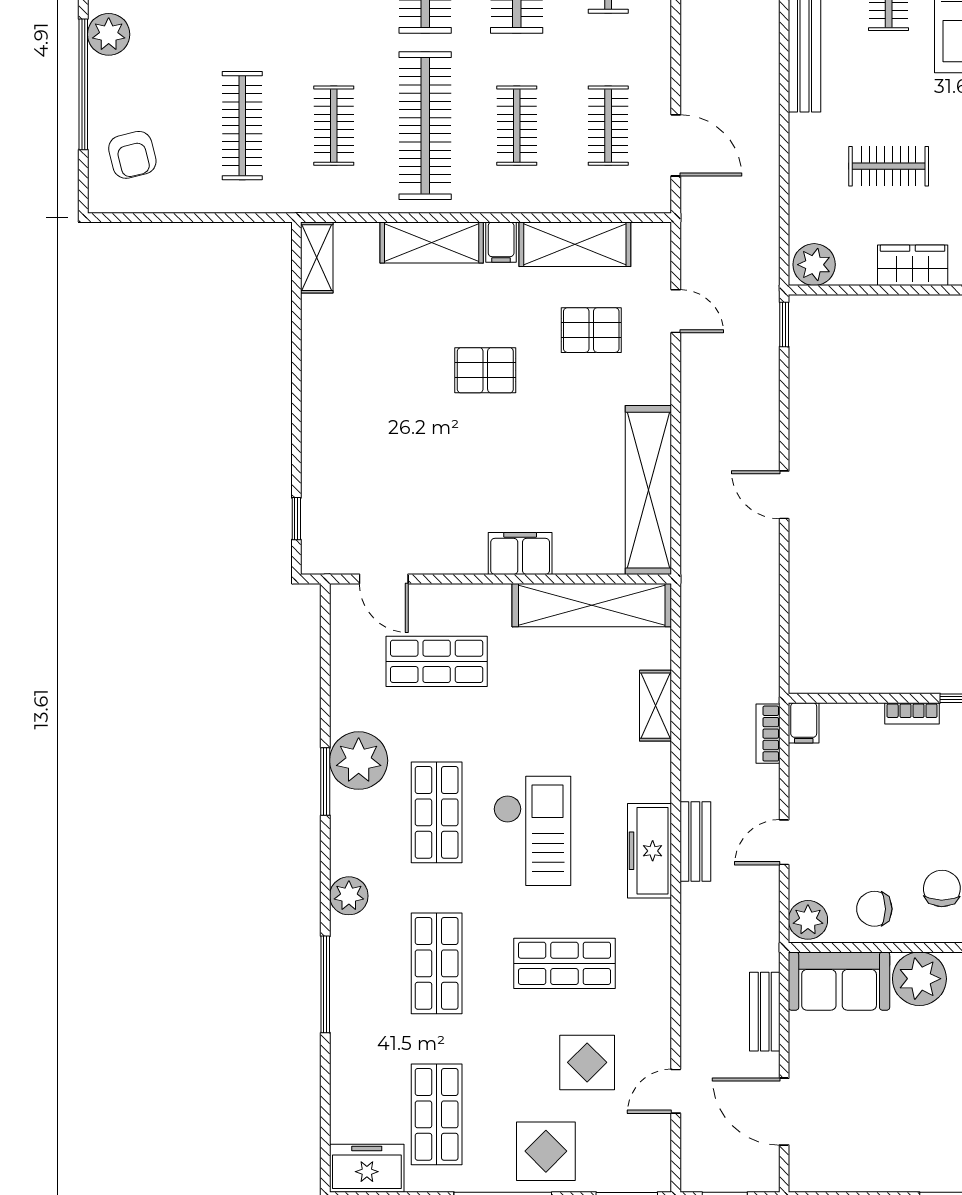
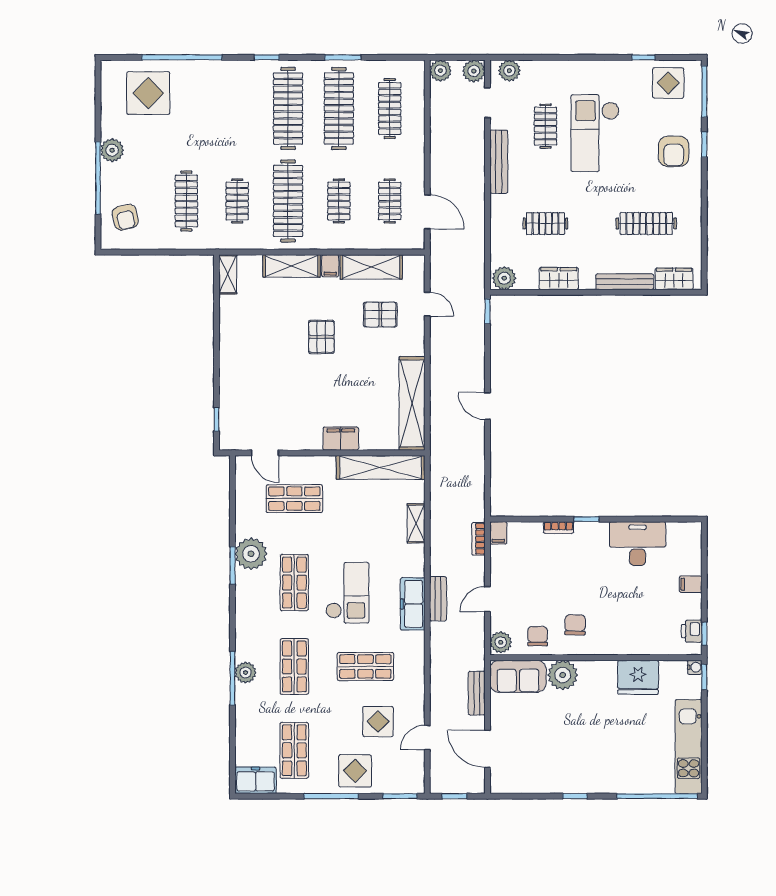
pallet: (485, 370) -> (321, 337), turned 90
plant: (349, 896) -> (246, 673), moved
chair: (874, 909) -> (538, 636), turned 90

